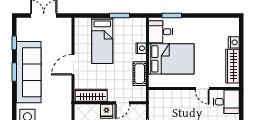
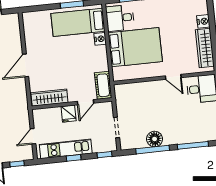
bed: (102, 41) -> (78, 22), moved, turned 90
cot: (140, 74) -> (103, 85), moved

